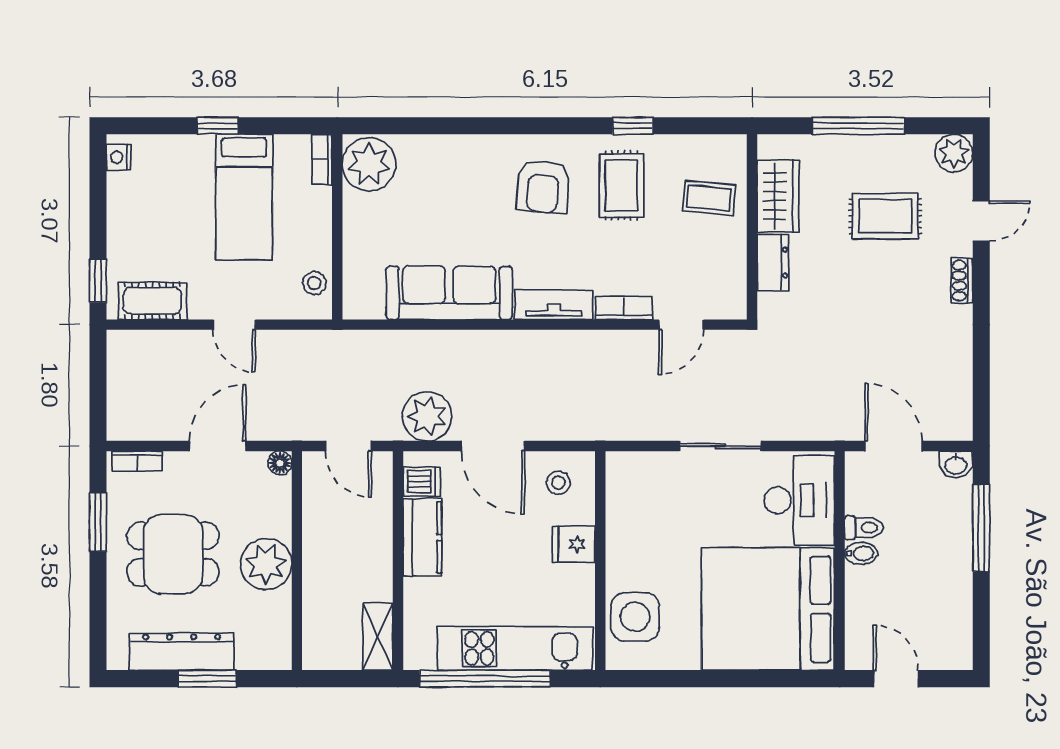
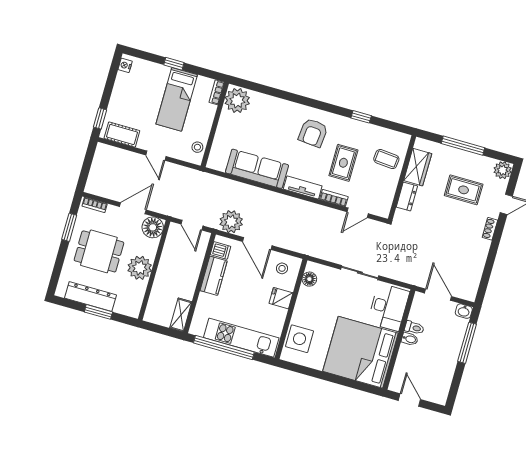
rug: (621, 185) -> (343, 163), moved
floor lamp: (280, 463) -> (153, 227), width x1.89, depth x1.89
floor lamp: (621, 489) -> (309, 279), added

